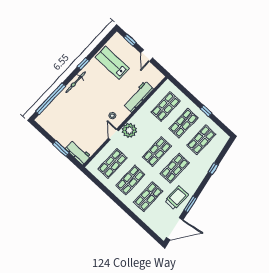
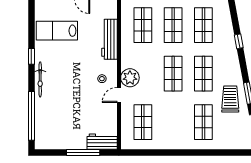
door: (113, 134) -> (119, 95), hinge flipped
window: (61, 149) -> (83, 152), width x1.44
shop shelf: (130, 180) -> (173, 122), removed

